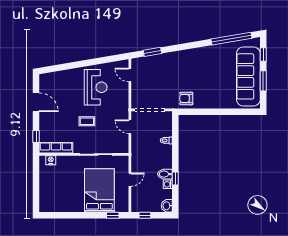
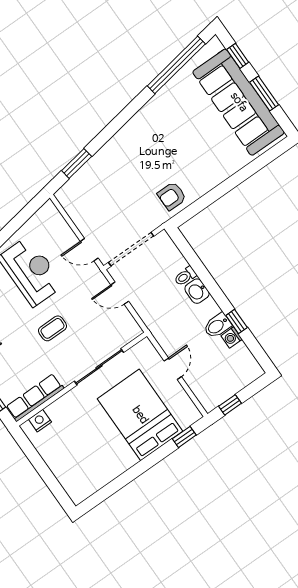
door: (130, 75) -> (89, 250), moved
washbasin: (167, 206) -> (197, 291), moved

